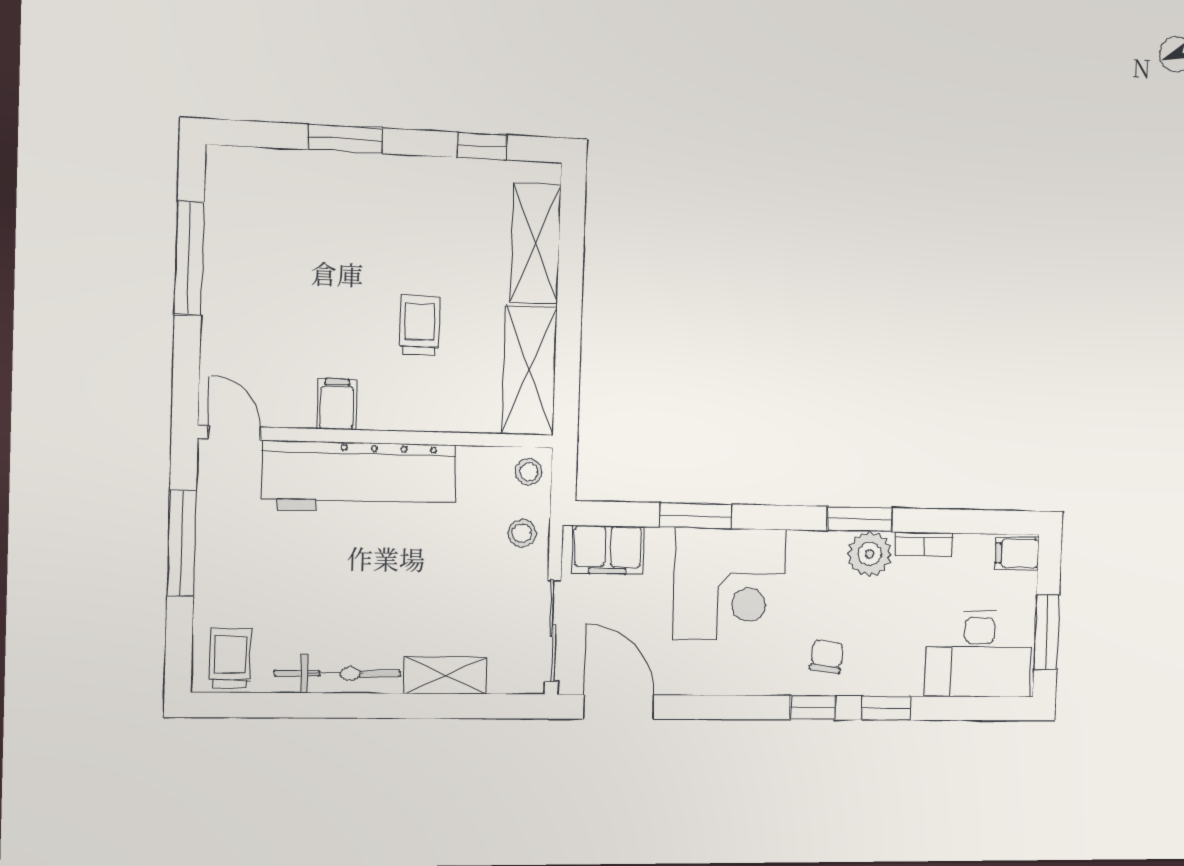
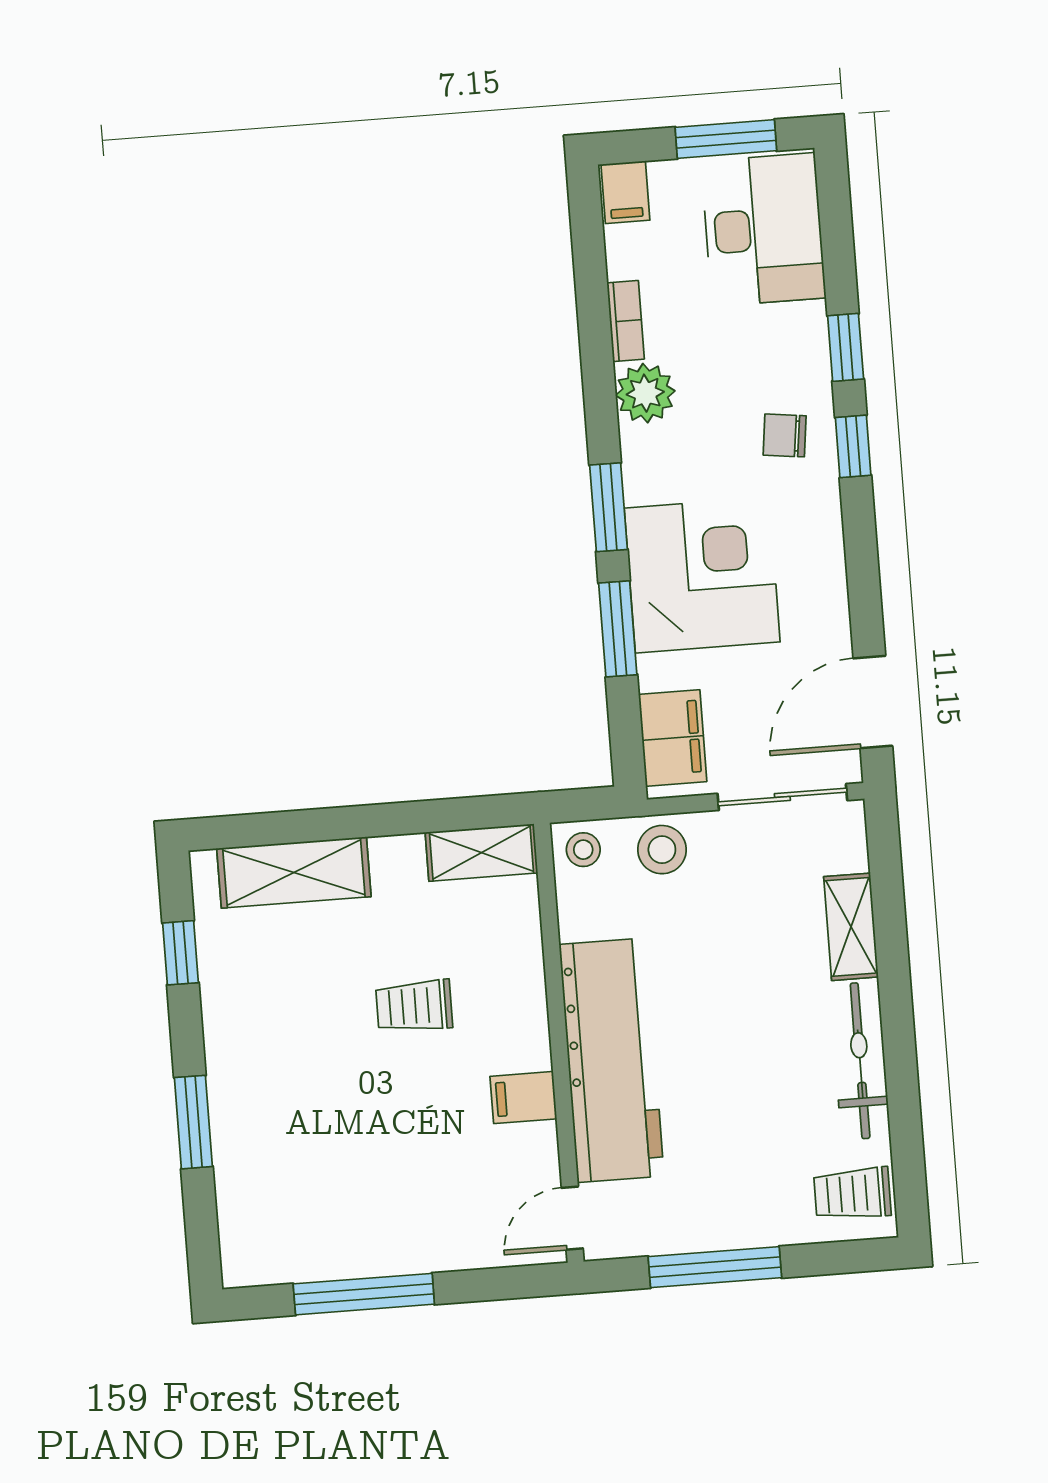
shelving: (529, 370) -> (482, 853), width x0.67, depth x0.75
window: (860, 519) -> (608, 507), moved
stool: (522, 533) -> (662, 850), width x1.37, depth x1.37

